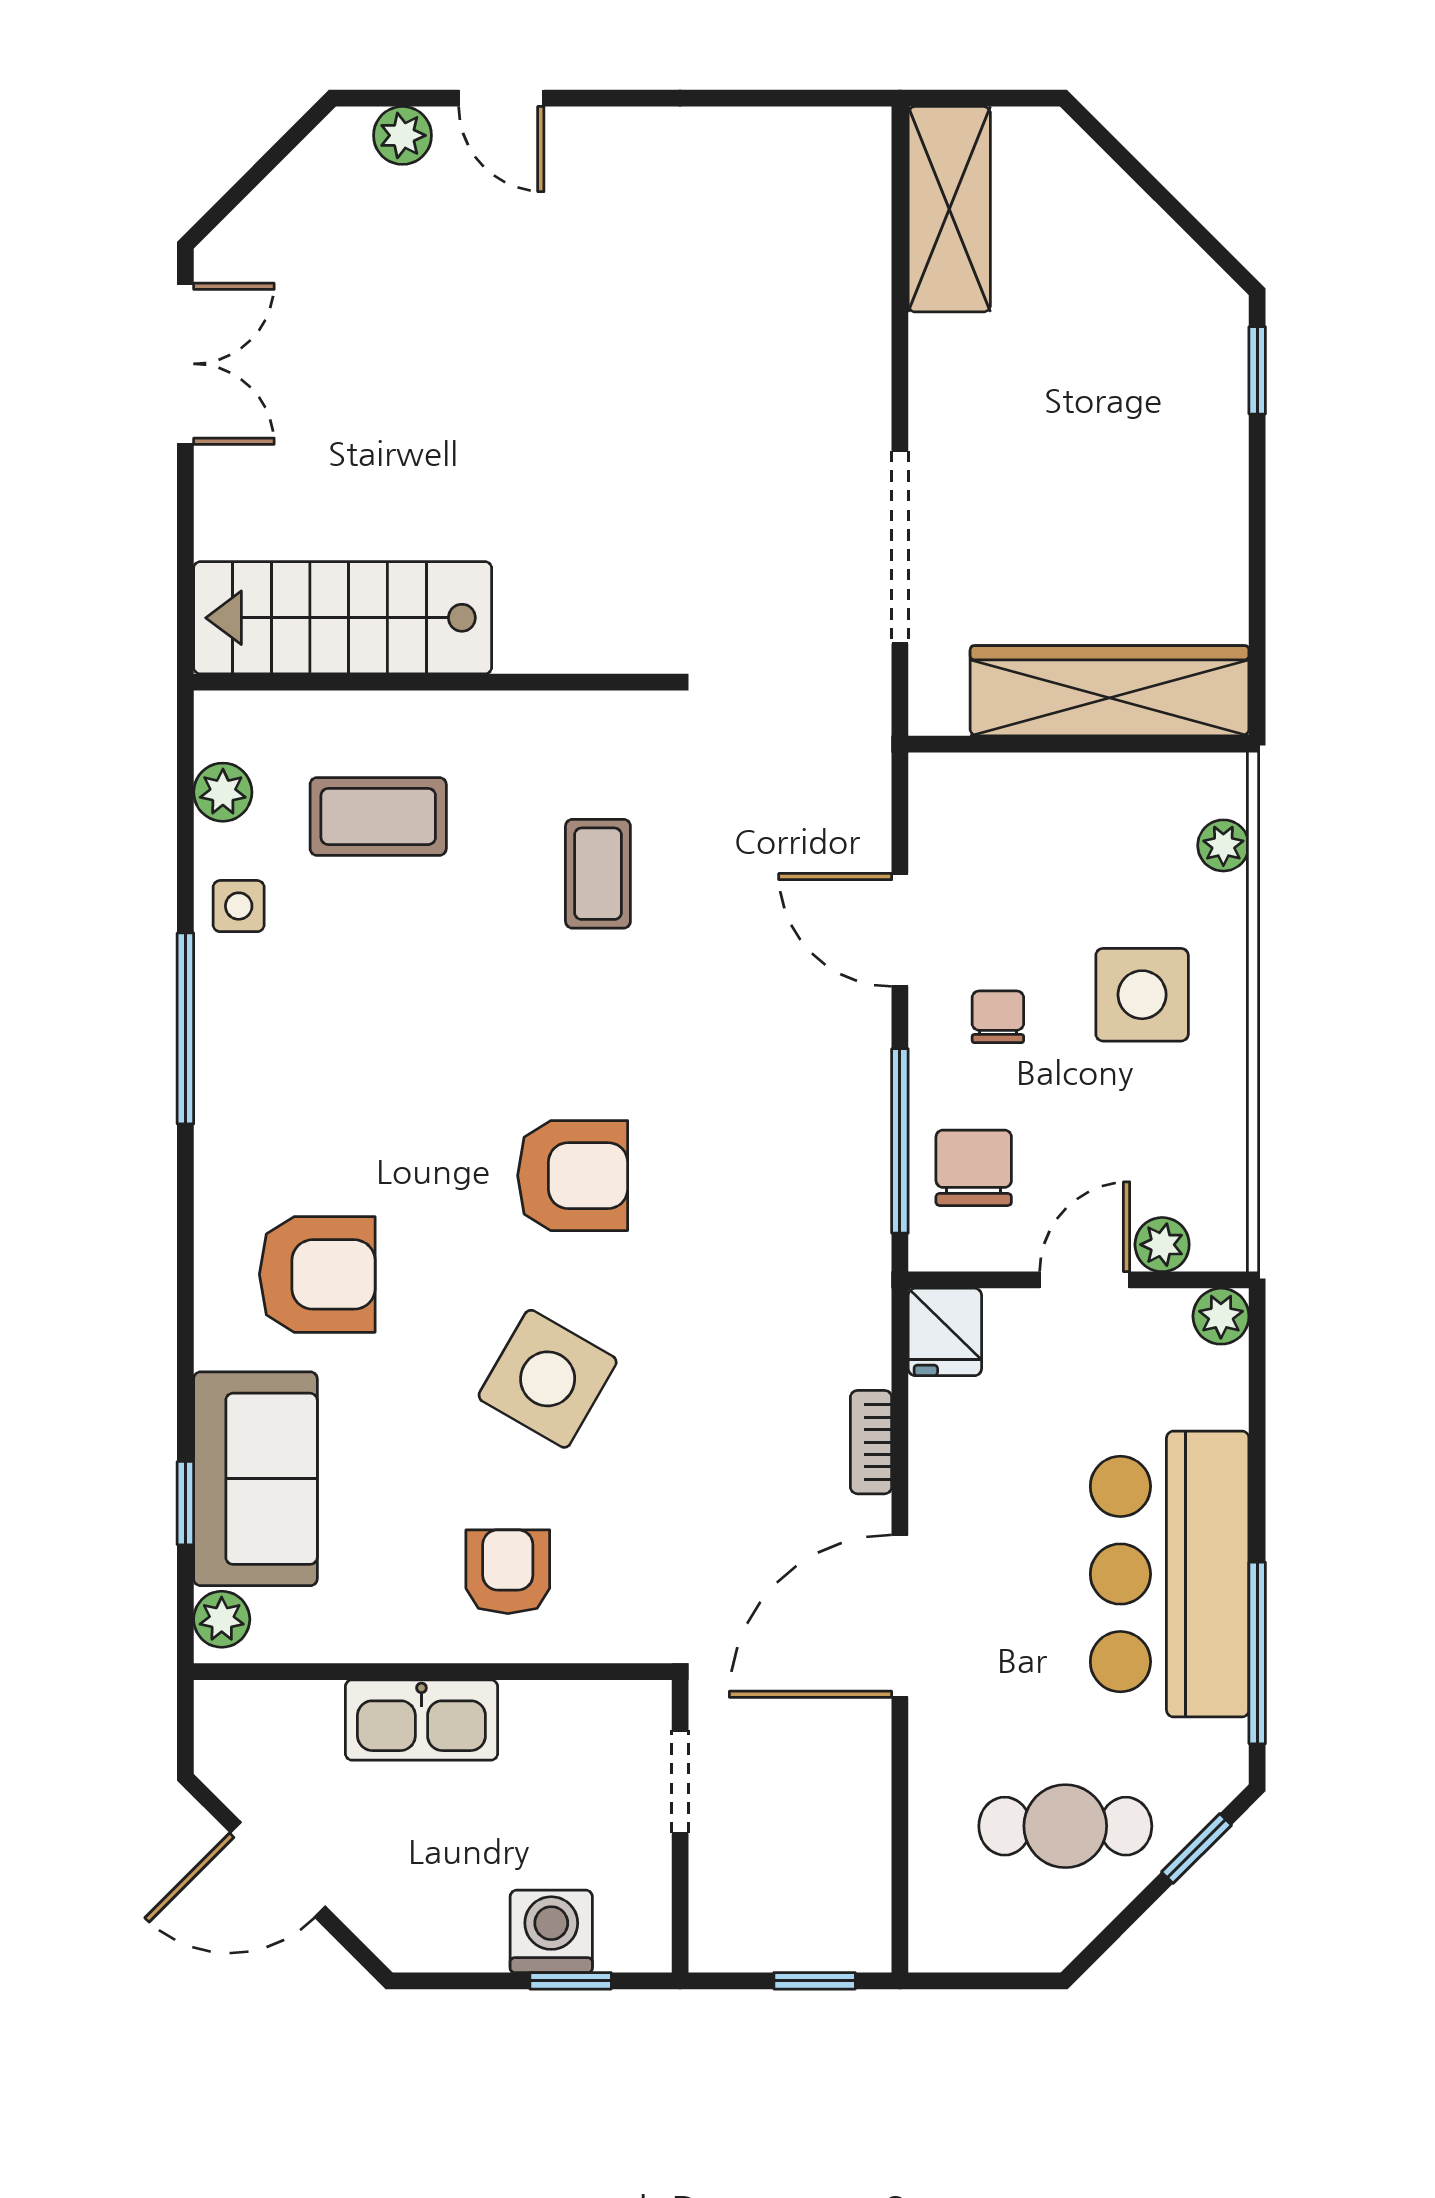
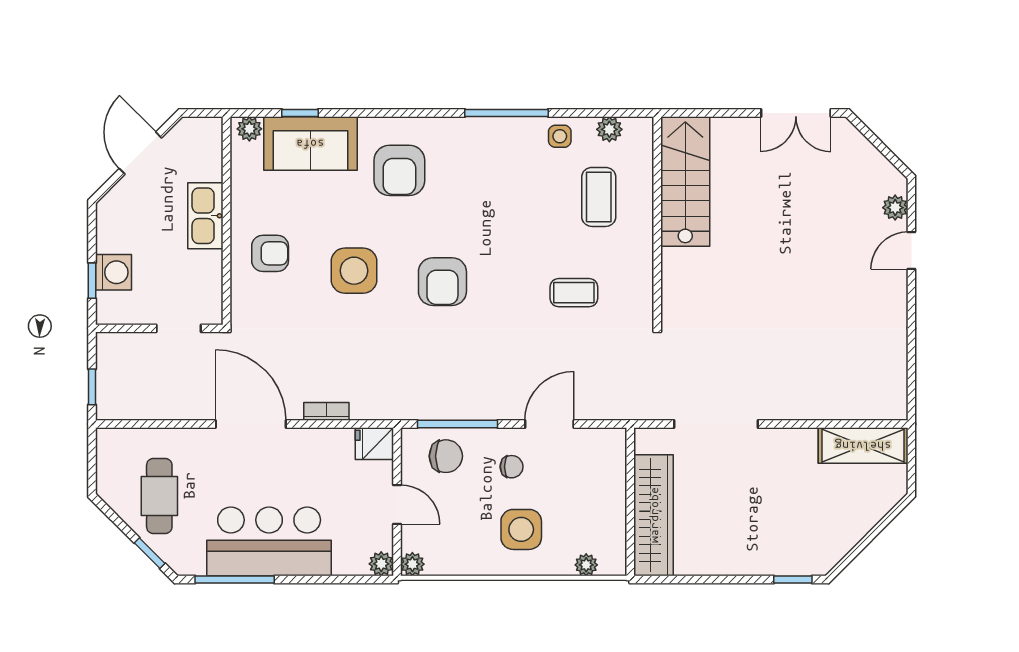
plant: (1162, 1245) -> (412, 564), moved
side table: (548, 1379) -> (354, 271), turned -30

